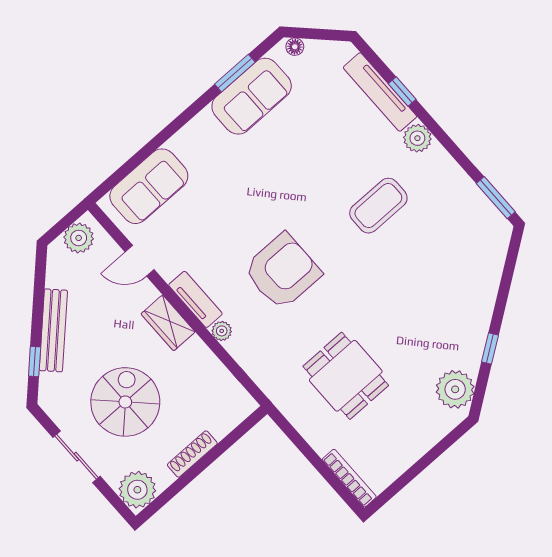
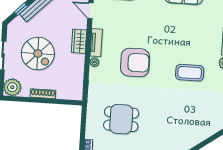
dining table: (346, 376) -> (121, 119), turned 90
spiral stairs: (125, 402) -> (38, 54), turned 90

